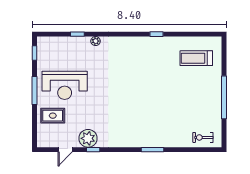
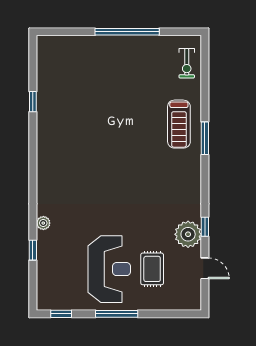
window: (157, 34) -> (33, 102), moved
treadmill: (196, 58) -> (179, 124), moved
rug: (53, 116) -> (152, 269), moved

